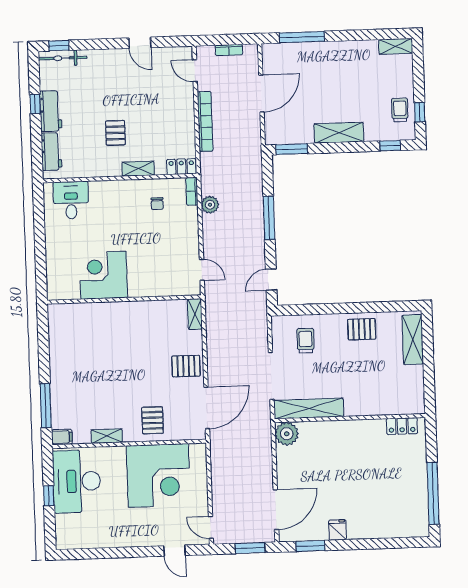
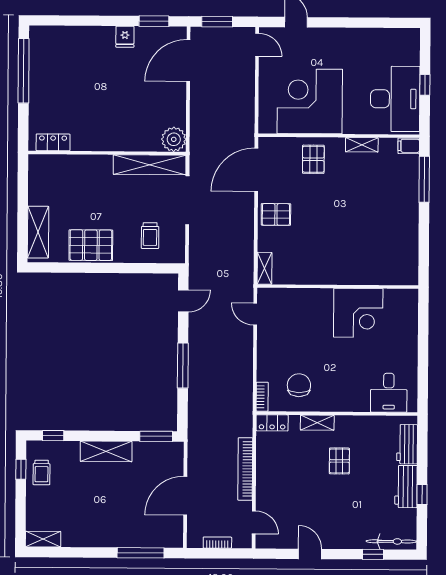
window: (59, 46) -> (373, 554), moved
chair: (157, 204) -> (299, 385), width x1.87, depth x1.87
plant: (210, 205) -> (244, 382), removed
pallet: (362, 329) -> (91, 245), width x1.50, depth x1.42

